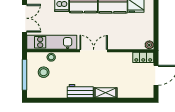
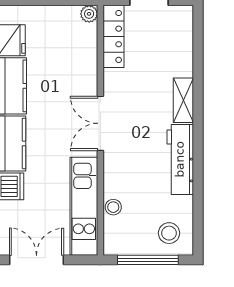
locker: (143, 57) -> (113, 36), width x1.53
stool: (44, 72) -> (169, 233), moved
workbench: (80, 91) -> (180, 159), width x1.37

